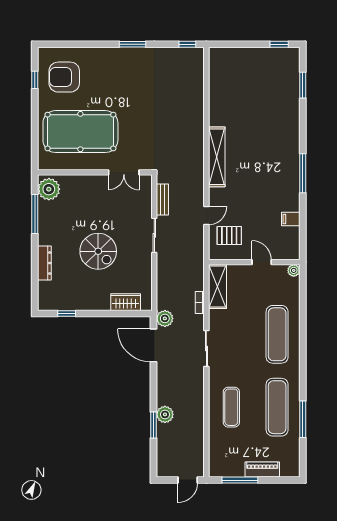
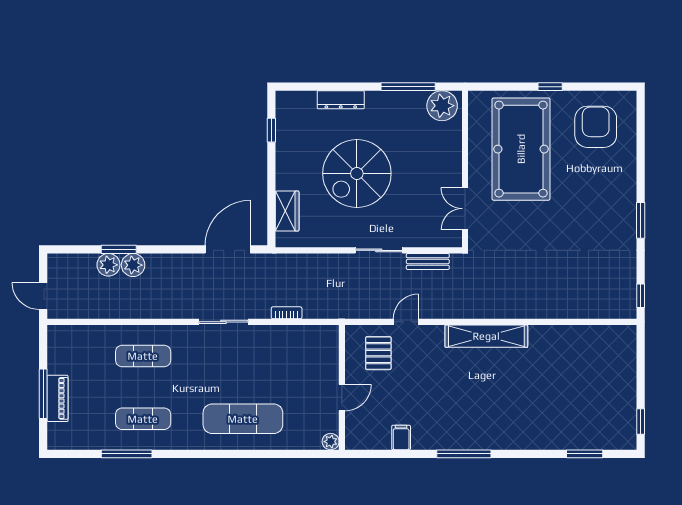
window: (35, 80) -> (550, 87), moved
door: (206, 216) -> (406, 322), swing flipped
spiral stairs: (98, 251) -> (357, 173), width x1.37, depth x1.37
shelving: (217, 286) -> (309, 337), removed
plant: (165, 318) -> (108, 265), moved
exercise mat: (277, 407) -> (143, 419), width x0.73, depth x0.69
window: (240, 480) -> (43, 394), moved

